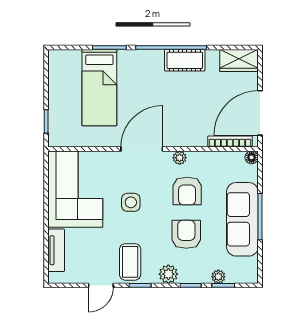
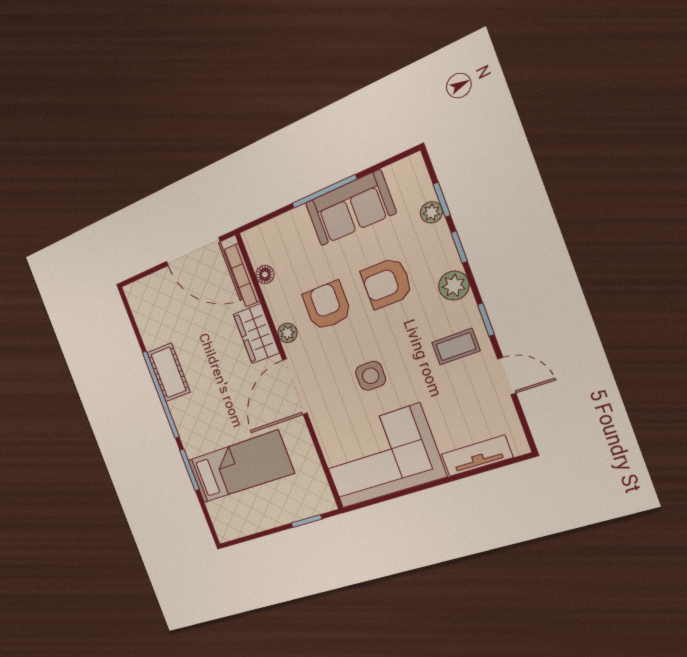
wardrobe: (239, 61) -> (256, 334), moved, turned 180
door: (142, 149) -> (295, 387), hinge flipped
floor lamp: (252, 157) -> (265, 275), moved
armchair: (187, 191) -> (327, 306), turned -90
sofa: (242, 219) -> (350, 208), width x0.73
coffee table: (130, 262) -> (456, 347), width x0.73, depth x0.77

